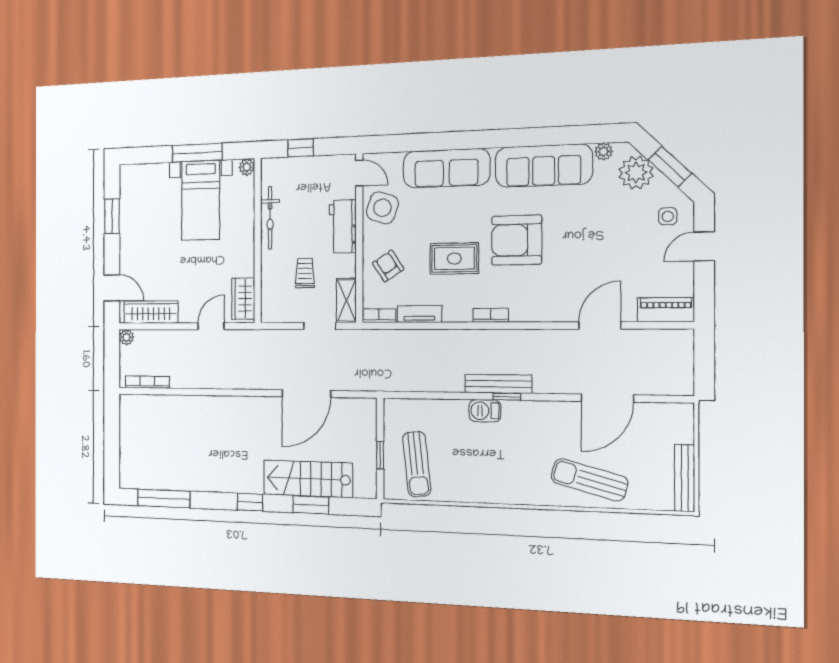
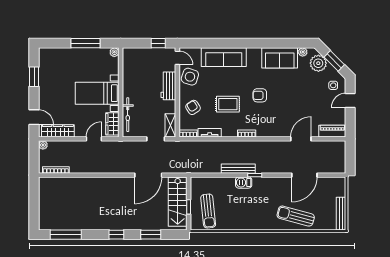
window: (301, 148) -> (158, 43), moved
sofa: (544, 166) -> (280, 58), width x0.73
bed with nightstands: (201, 200) -> (97, 93), moved, turned 90
bicycle: (270, 218) -> (128, 115), moved
armchair: (517, 240) -> (260, 95), width x0.53, depth x0.53
trolley: (305, 273) -> (147, 110), removed
bench: (498, 384) -> (238, 169), moved
stairs: (308, 479) -> (178, 202), moved, turned -90

